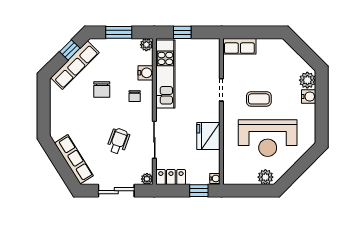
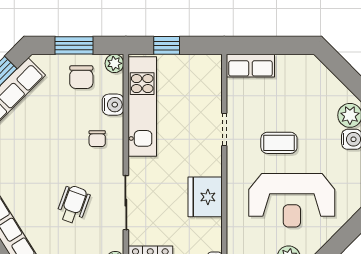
chair: (102, 90) -> (81, 77), moved

